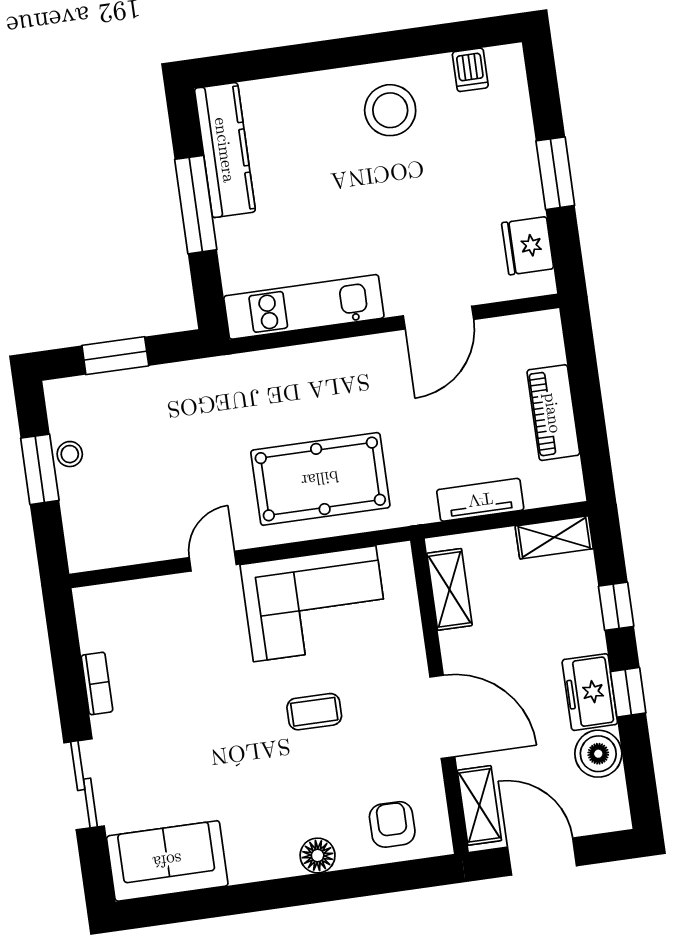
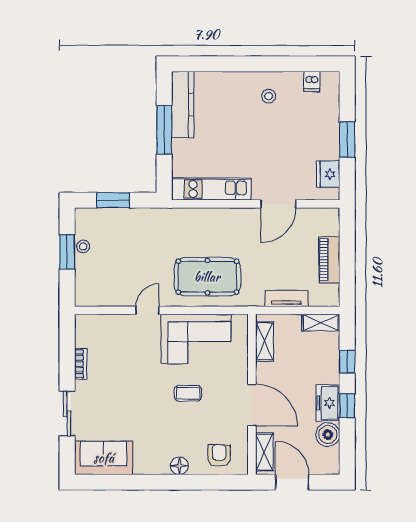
stool: (390, 110) -> (269, 96), width x0.53, depth x0.53

